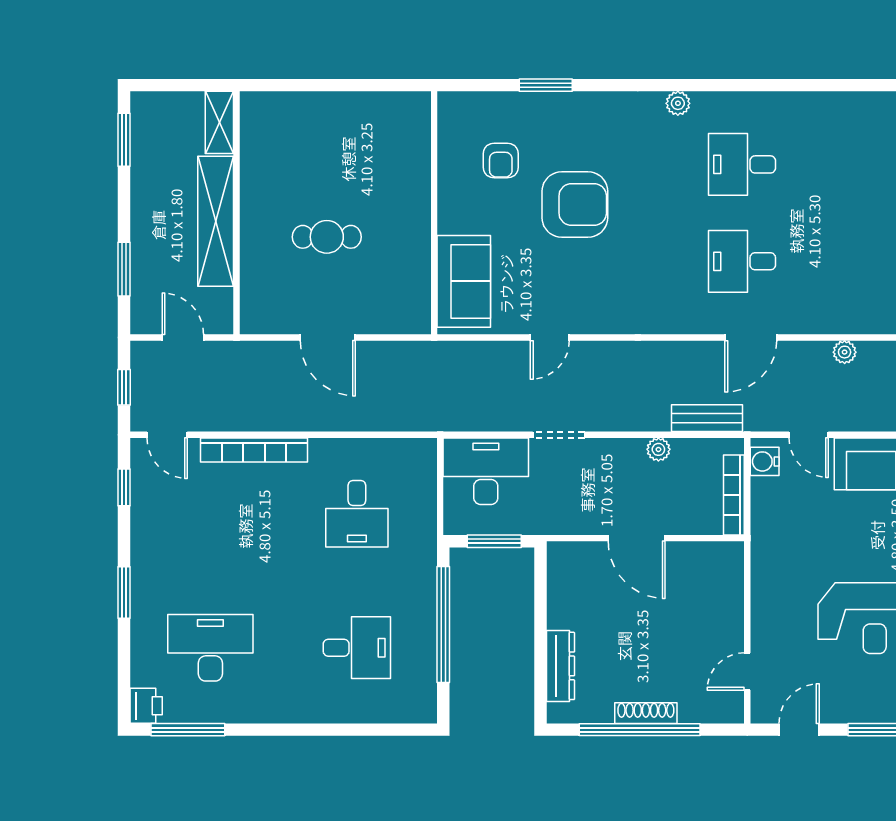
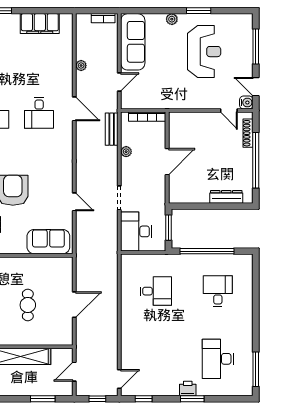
bookcase: (254, 450) -> (126, 339), removed
water cooler: (765, 461) -> (246, 103), moved, turned -90
printer: (146, 706) -> (188, 389), moved
shoe rack: (646, 713) -> (248, 133), moved

